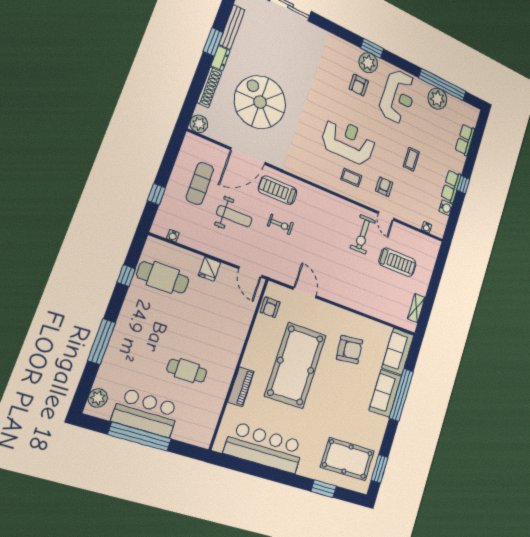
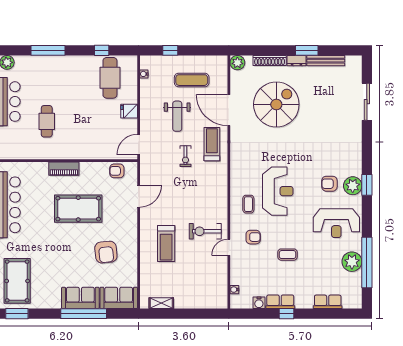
treadmill: (397, 262) -> (166, 243), moved
pool table: (296, 365) -> (78, 209), width x0.73, depth x0.76
piano: (241, 387) -> (64, 169), moved

